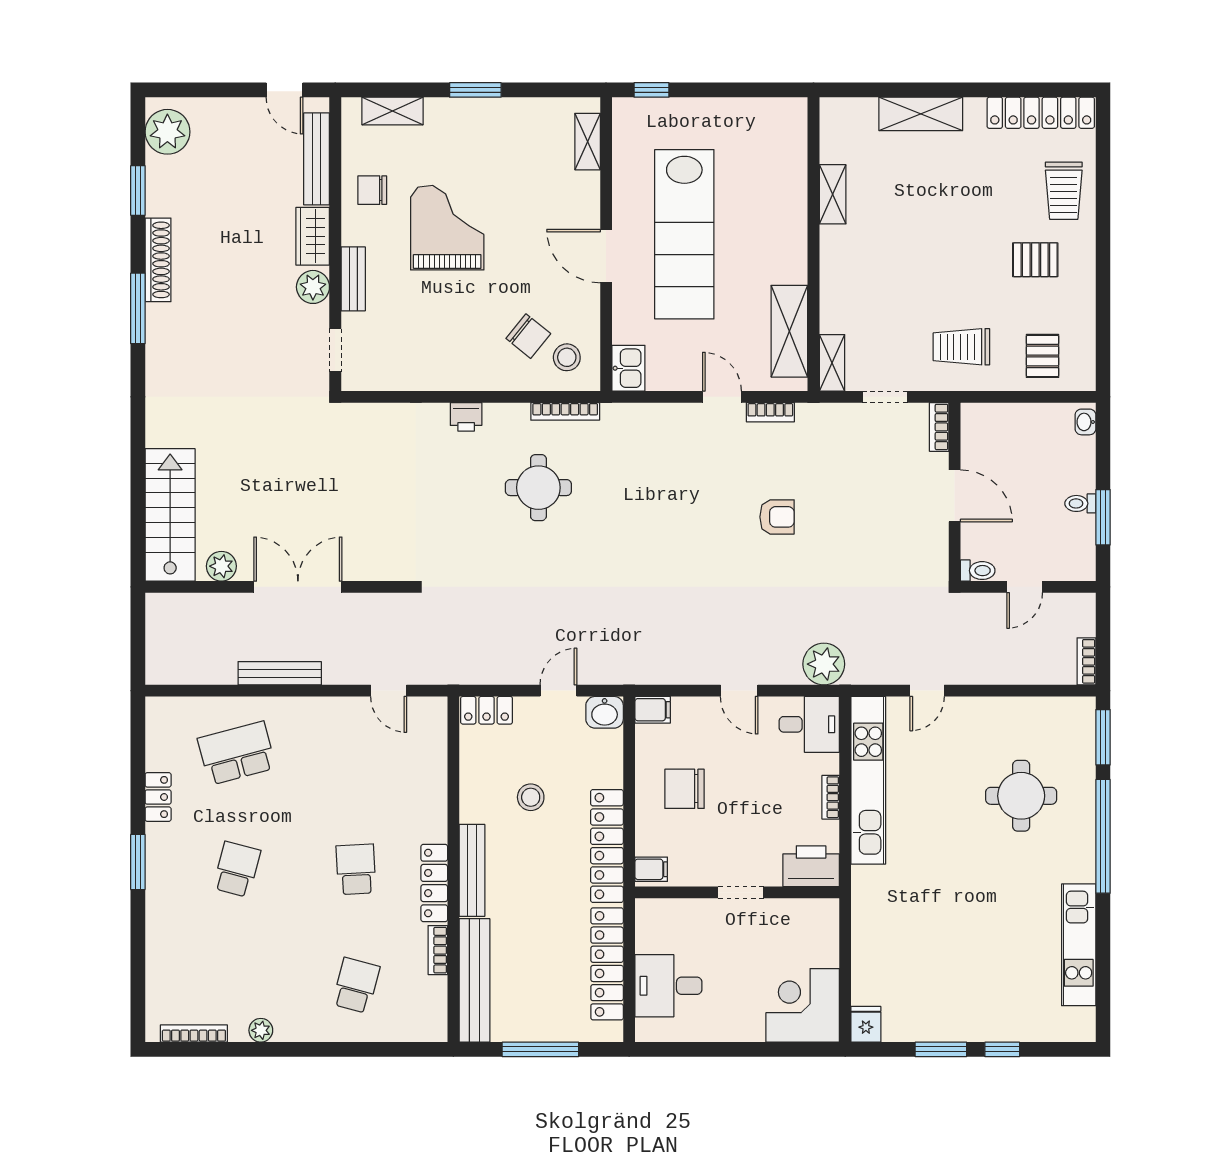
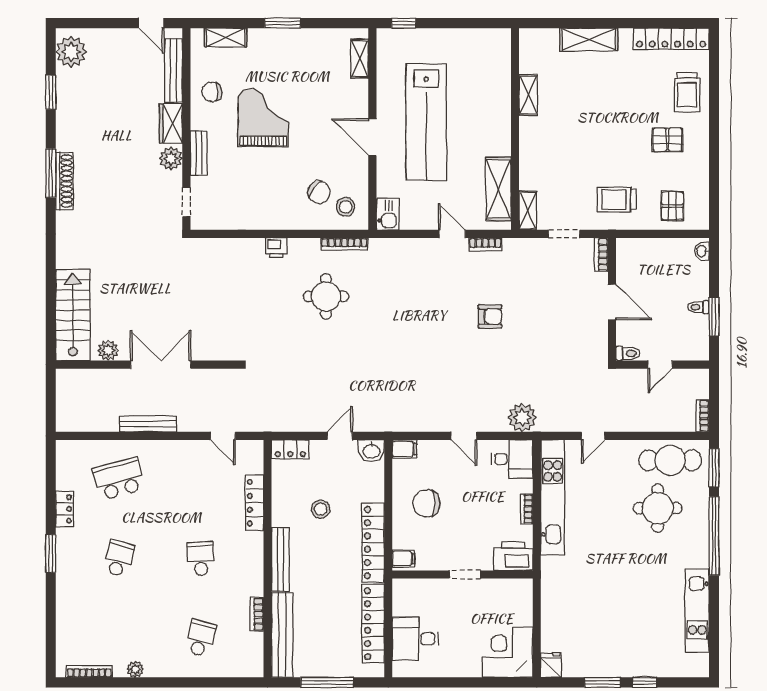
shoe rack: (158, 260) -> (65, 181), moved
cafe table: (1039, 726) -> (670, 460), added
locker: (434, 883) -> (254, 503), moved

